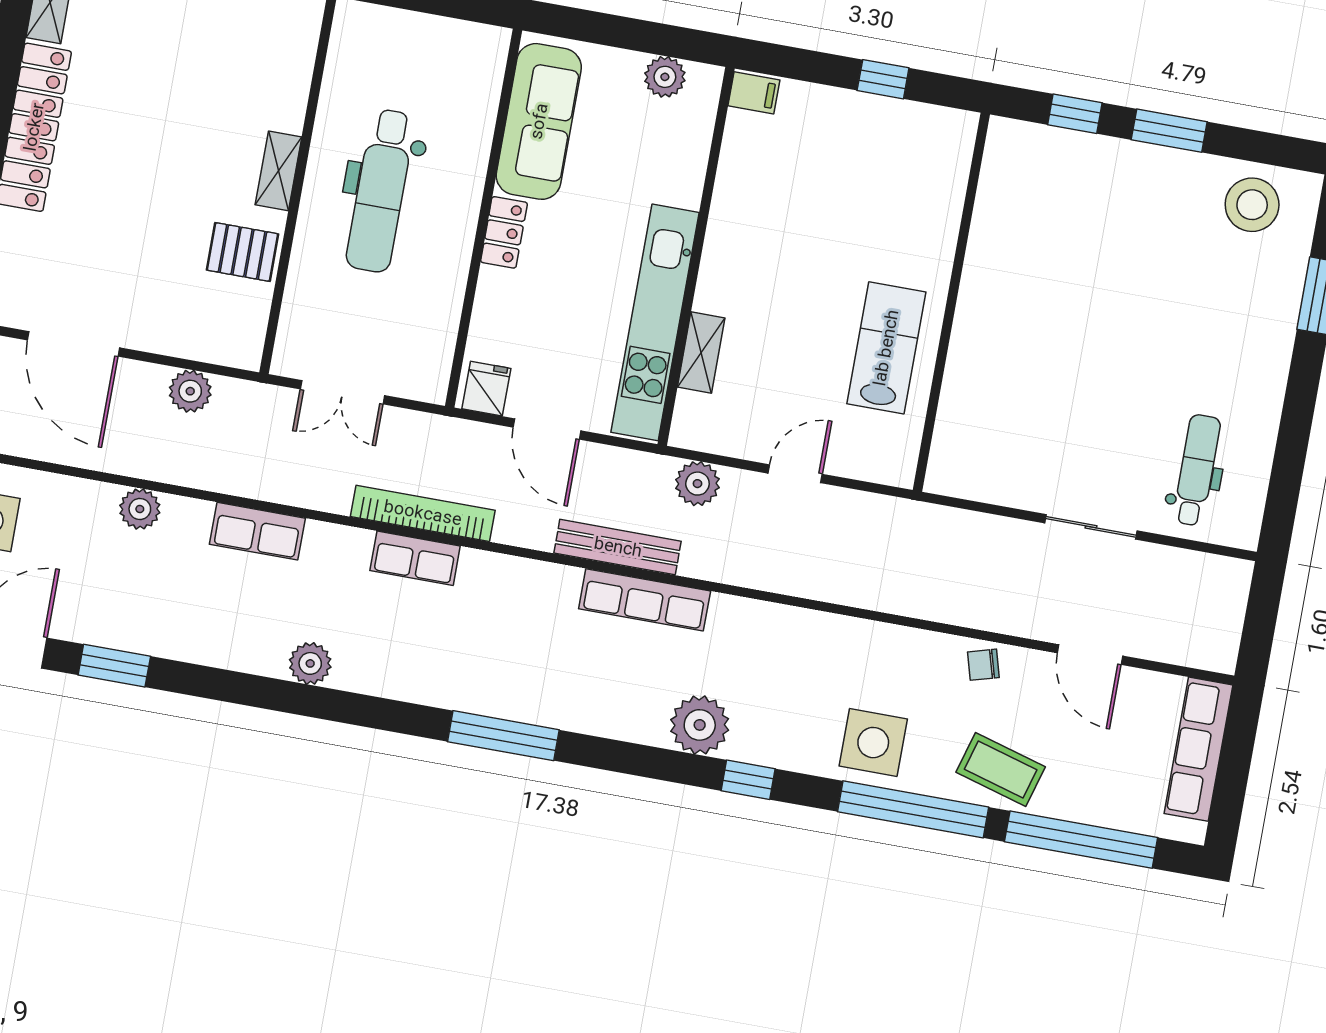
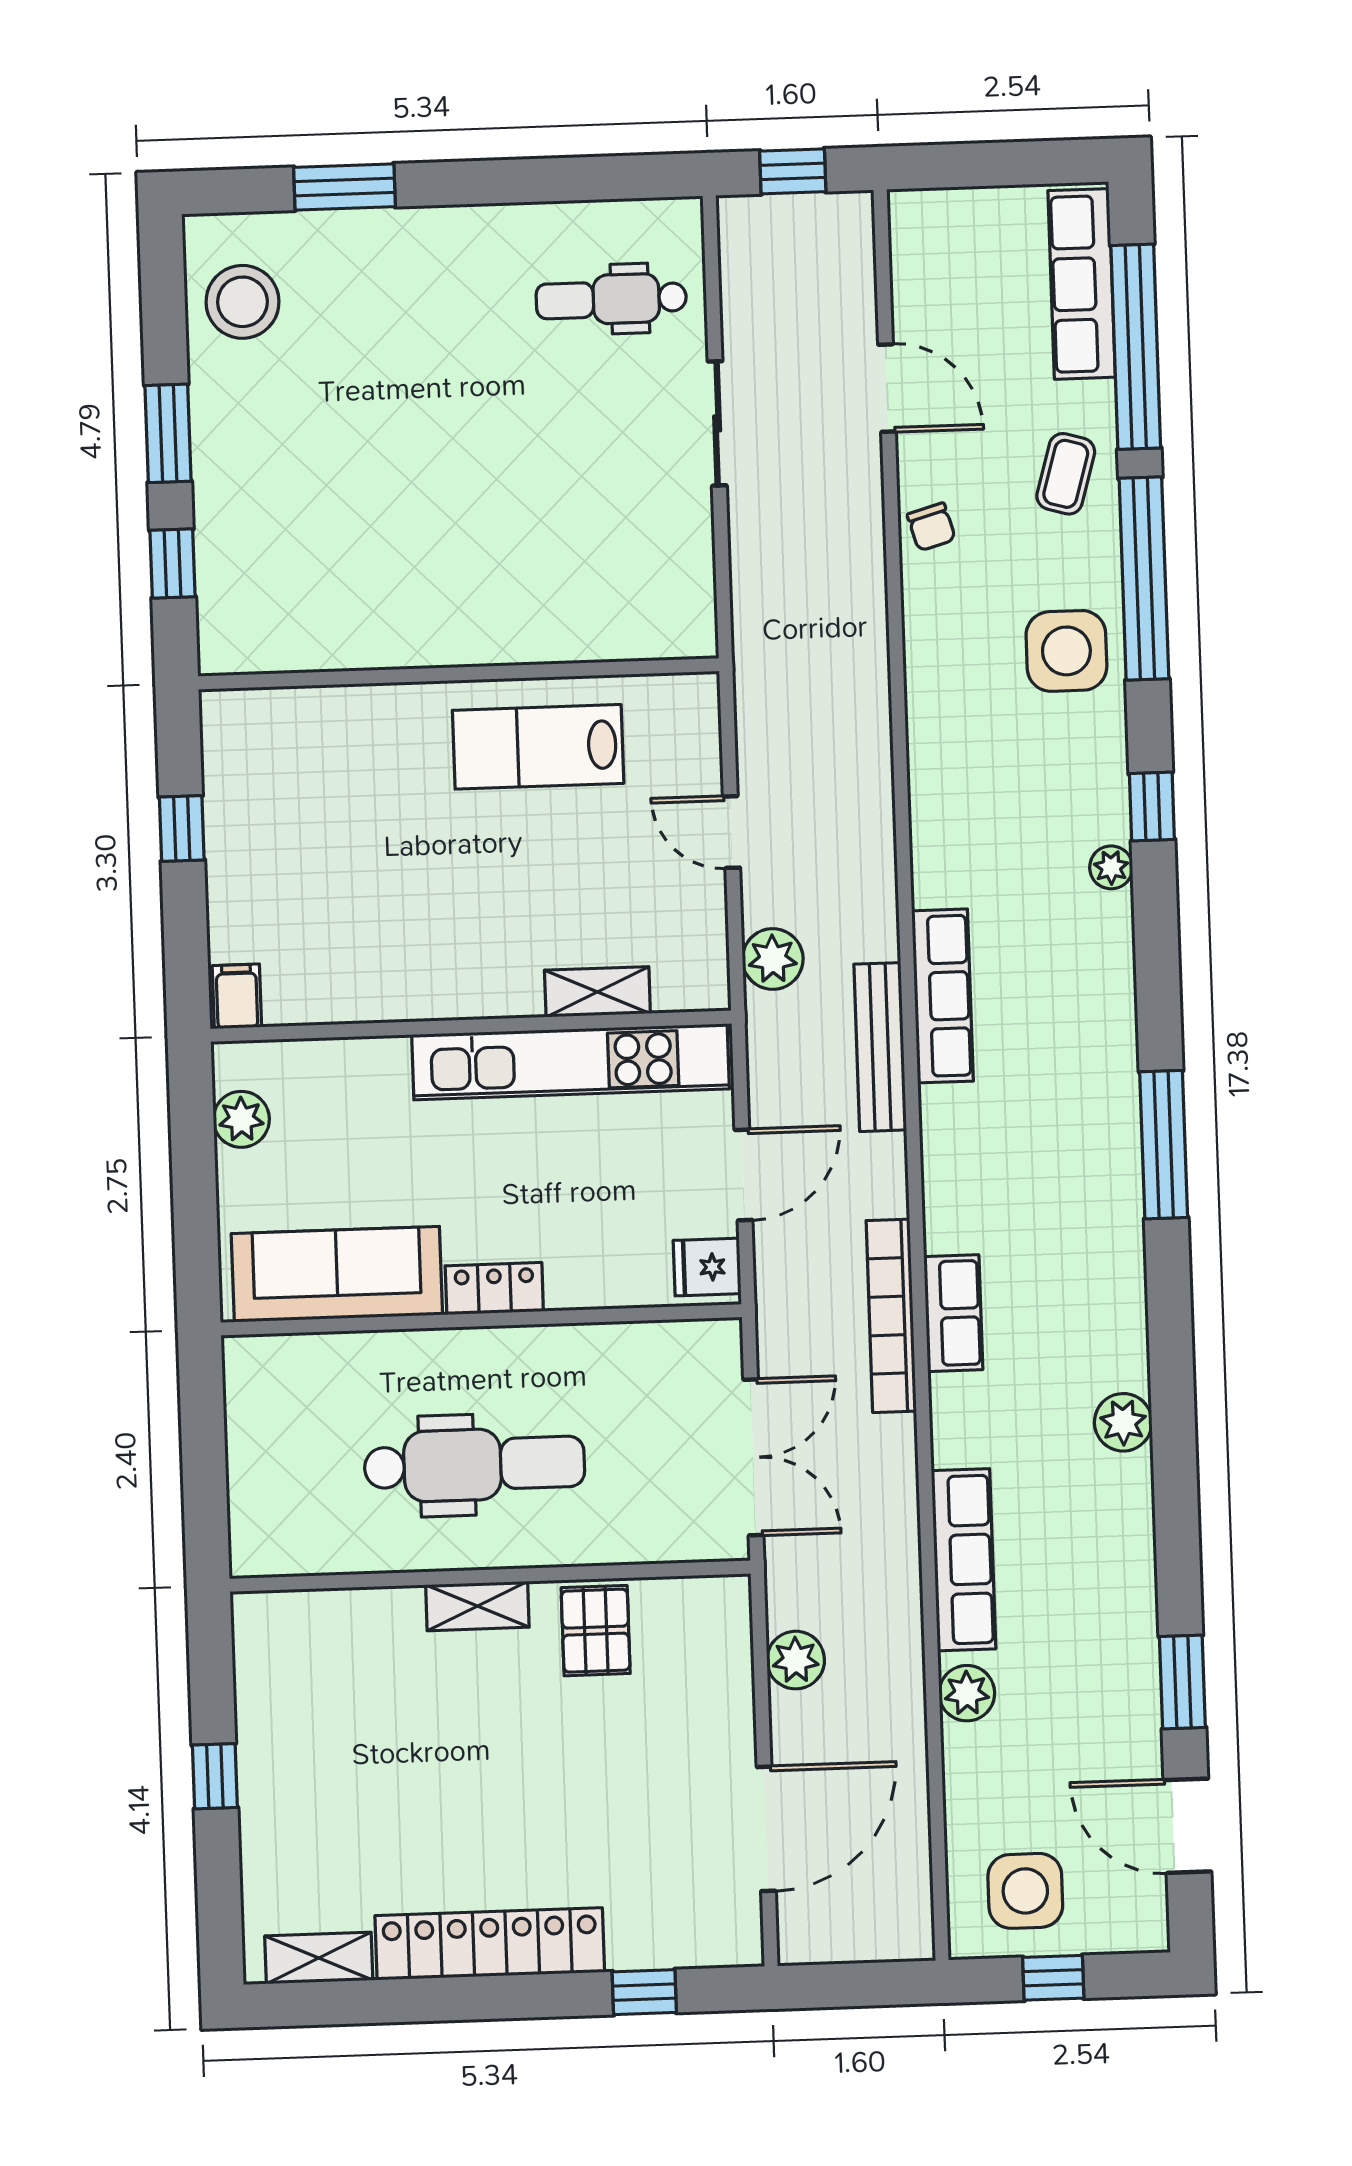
double door: (342, 392) -> (753, 1457), width x1.37
row of seats: (257, 531) -> (964, 1560), width x1.48
window: (1260, 620) -> (793, 171), added
door: (1090, 654) -> (887, 388), hinge flipped
plant: (700, 725) -> (1111, 867), width x0.53, depth x0.53
row of seats: (1198, 749) -> (1082, 284), moved, turned 90
coffee table: (1001, 770) -> (1066, 474), width x0.73, depth x0.77

